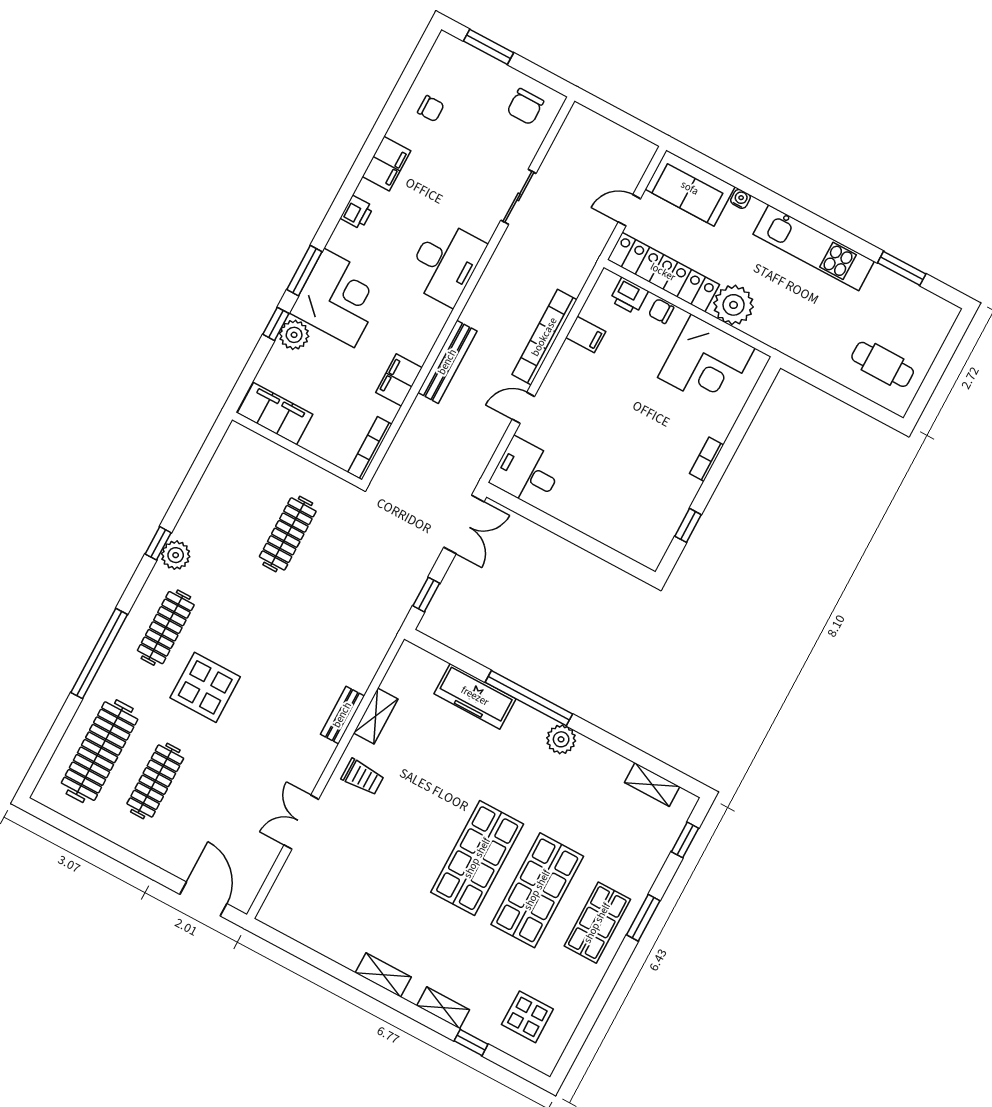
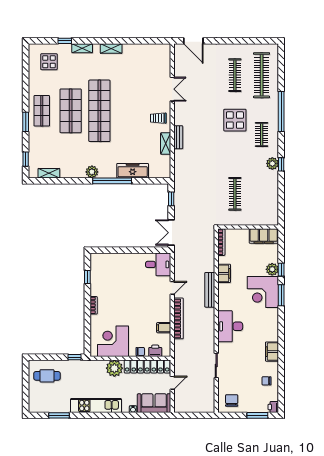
printer: (357, 212) -> (273, 407), moved
window: (804, 373) -> (75, 357), added
clothes rail: (166, 628) -> (262, 134), width x0.73
shop shelf: (477, 858) -> (99, 111), width x1.40

